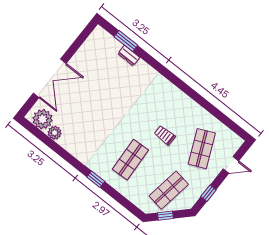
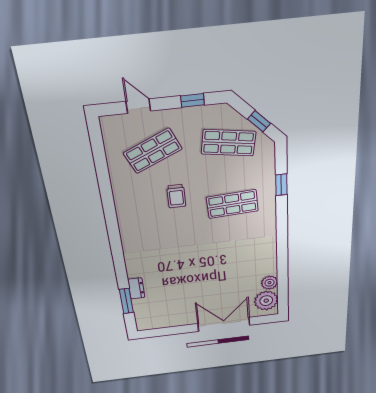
window: (96, 179) -> (281, 185), moved

